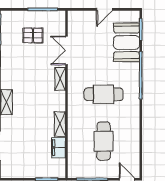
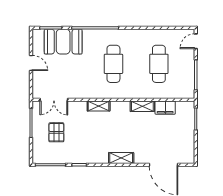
double door: (67, 50) -> (54, 100), moved
cafe table: (104, 141) -> (159, 64), turned 90

